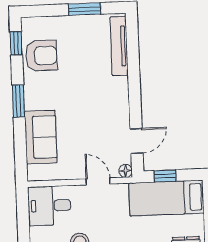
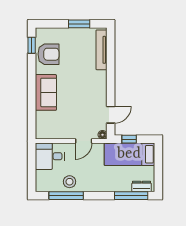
window: (18, 101) -> (32, 84), removed
sofa: (41, 137) -> (46, 92), moved
door: (98, 181) -> (84, 141), swing flipped

